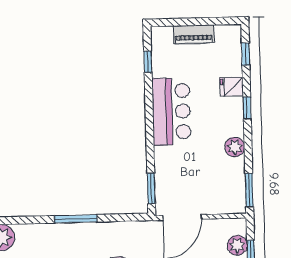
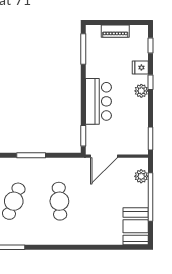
window: (148, 62) -> (83, 49), width x2.17
bar counter: (171, 111) -> (98, 101), moved
plant: (235, 147) -> (141, 91), moved

